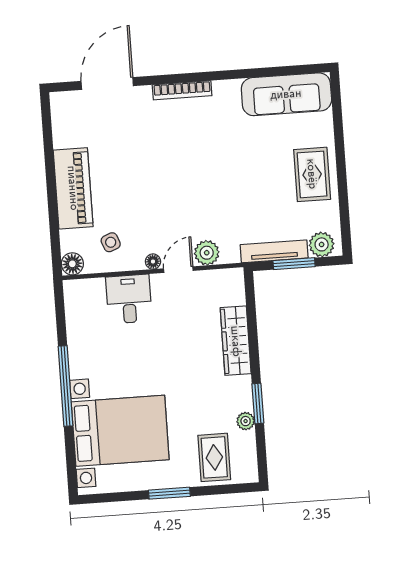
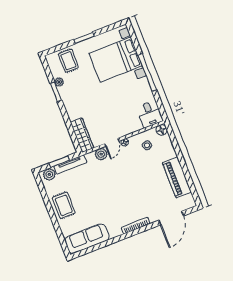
piano: (73, 188) -> (177, 177), moved
desk: (129, 299) -> (150, 114), moved
wardrobe: (236, 341) -> (82, 135), moved

